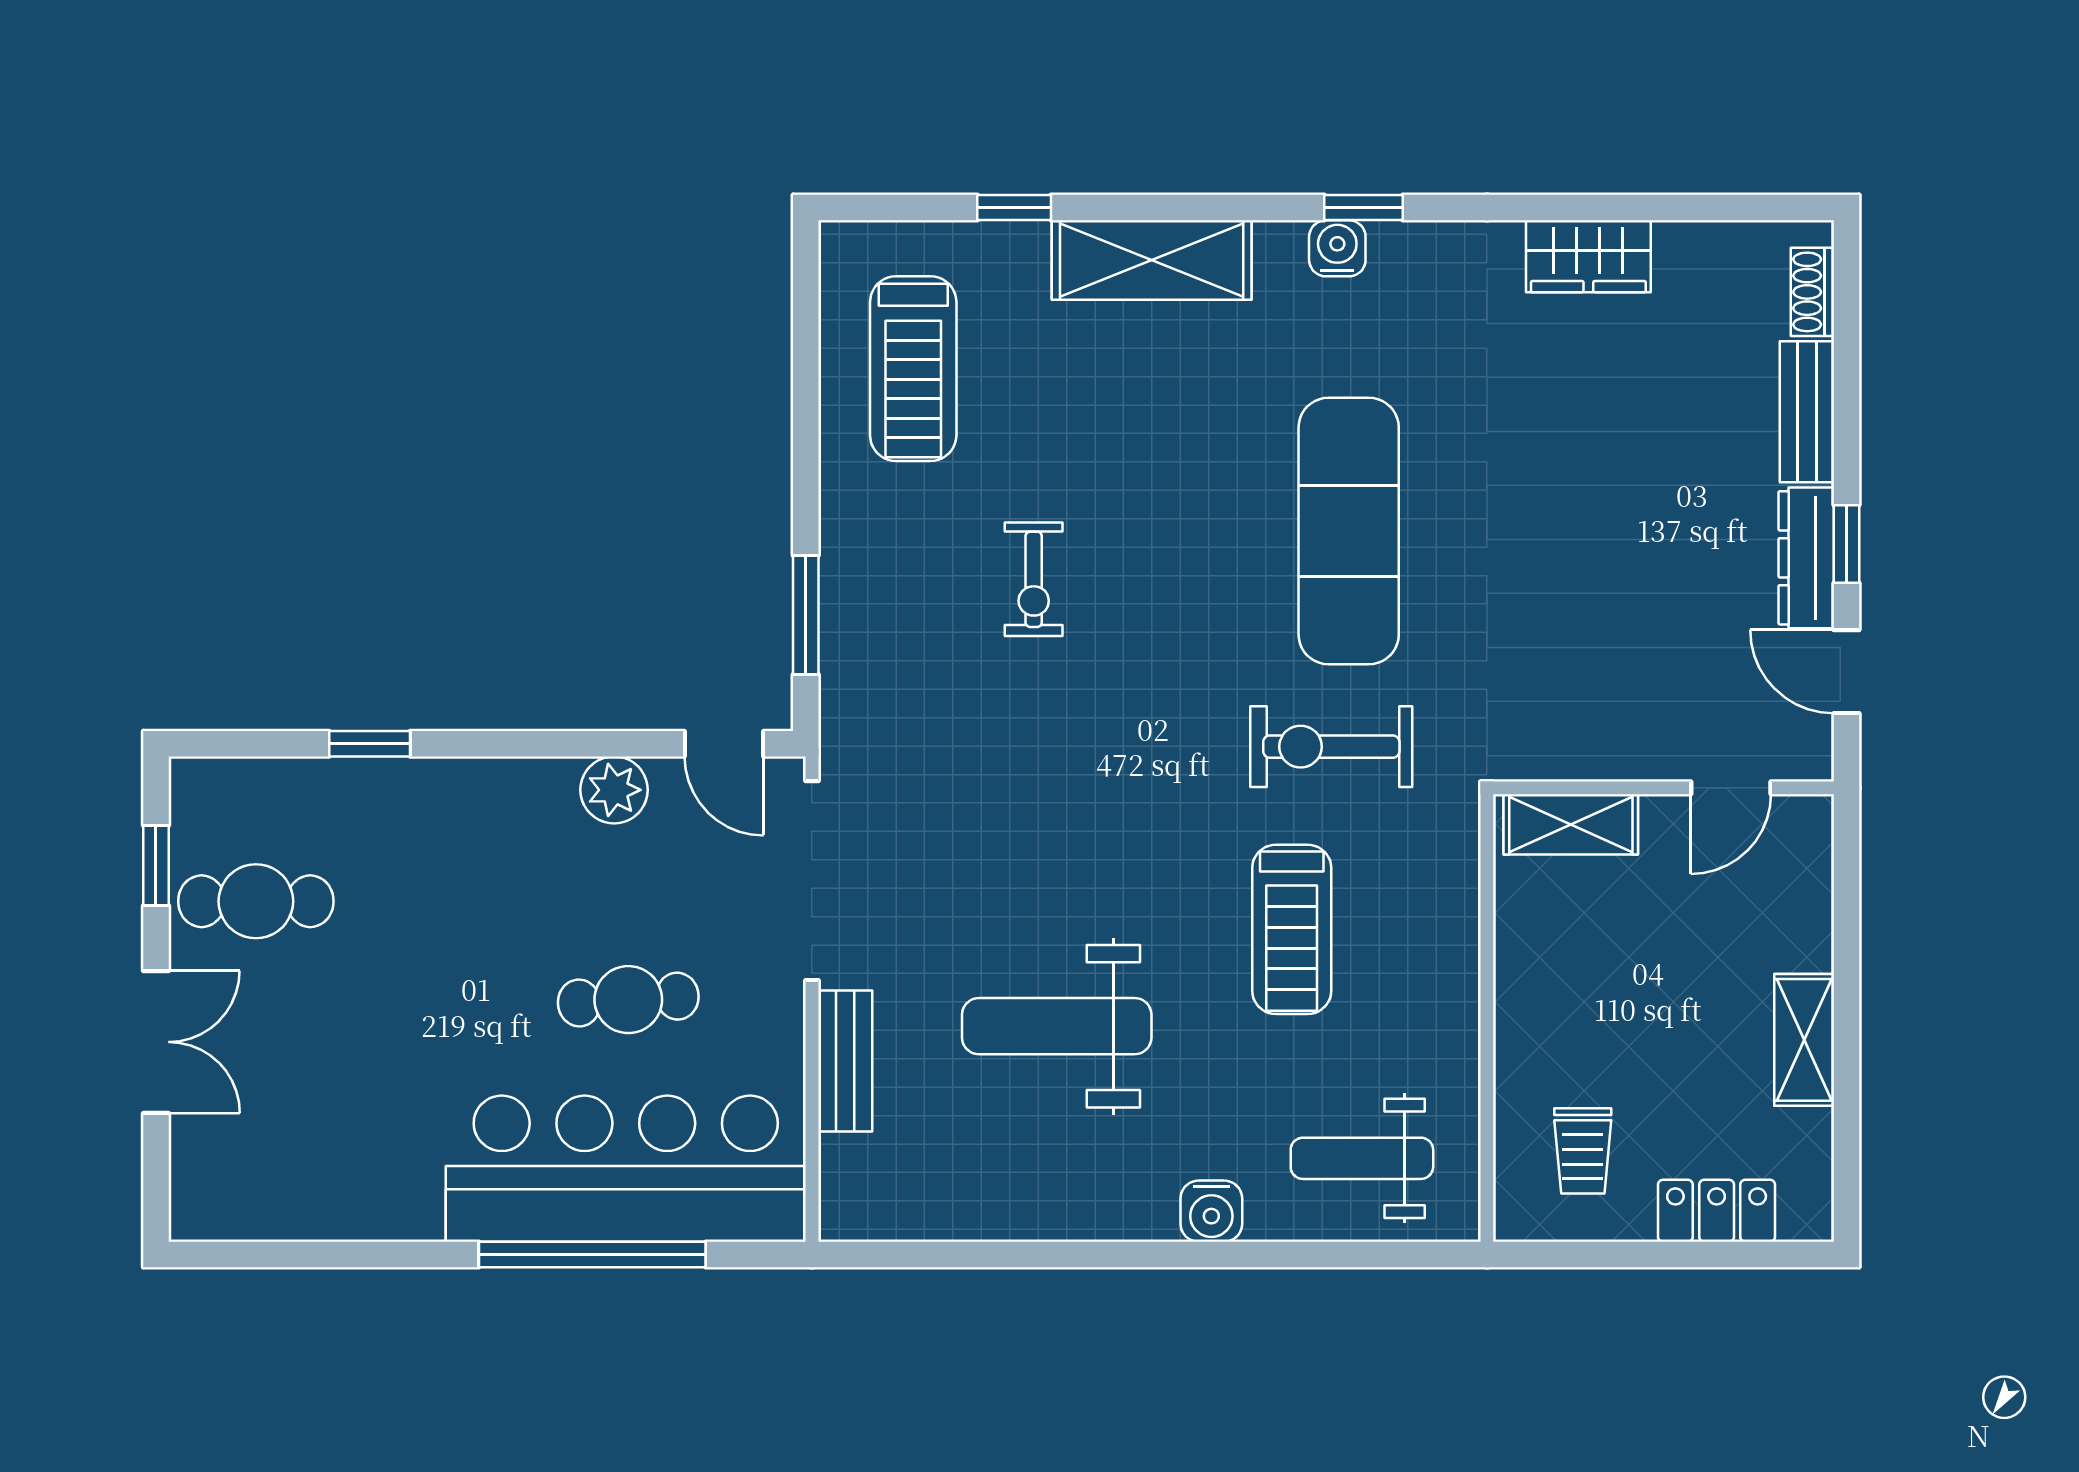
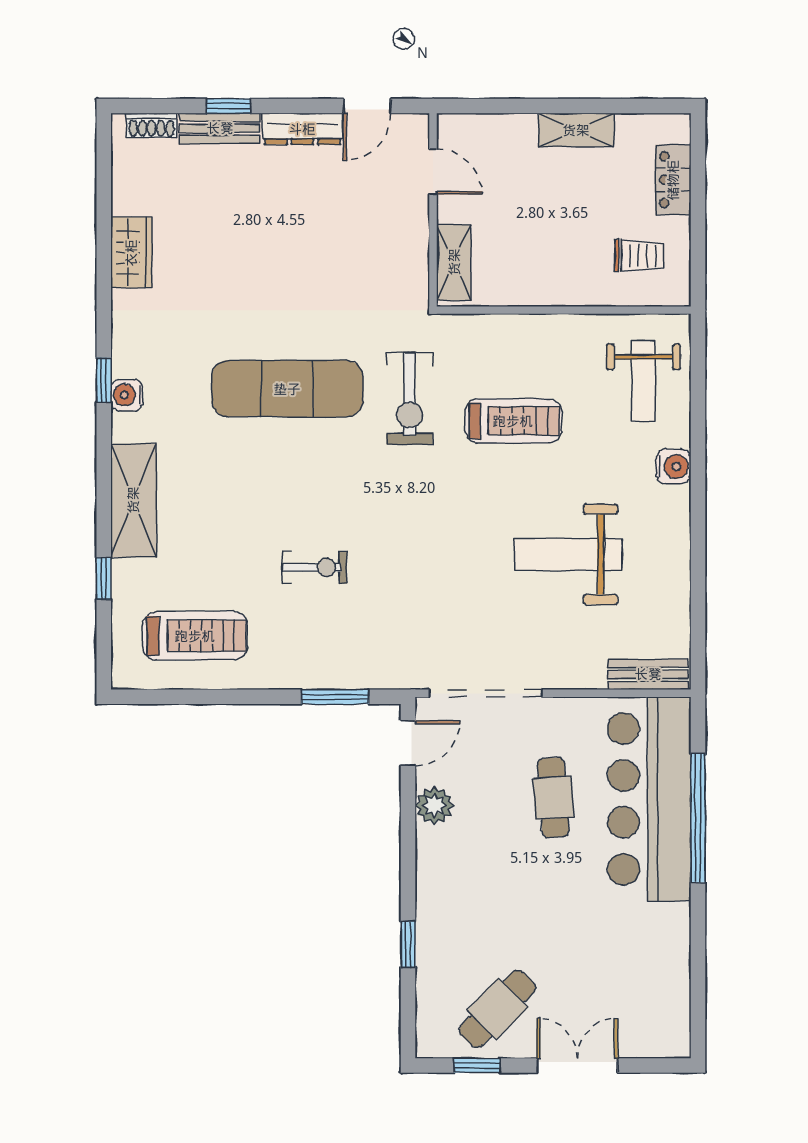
window: (1846, 544) -> (228, 106), moved
cafe table: (256, 901) -> (497, 1009), turned 44
weight bench: (1057, 1026) -> (568, 554), turned 90
bench: (845, 1061) -> (648, 674), moved

